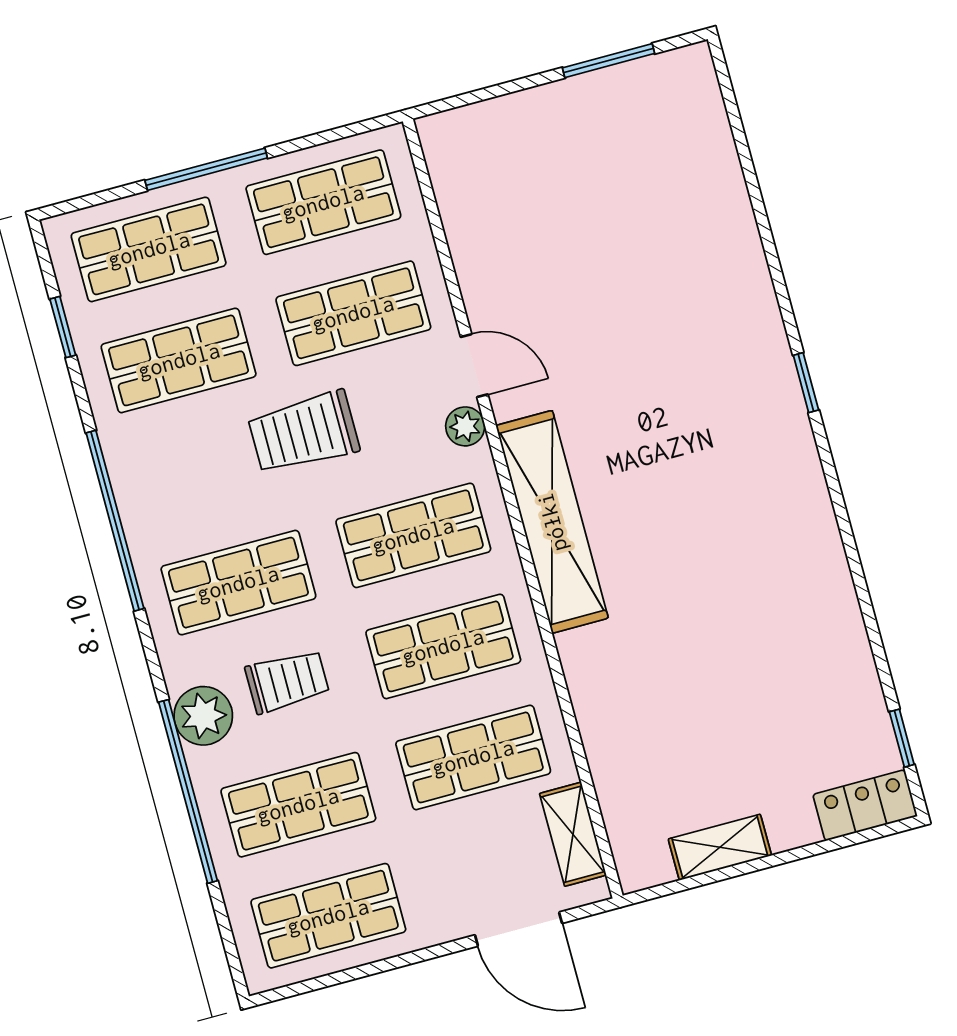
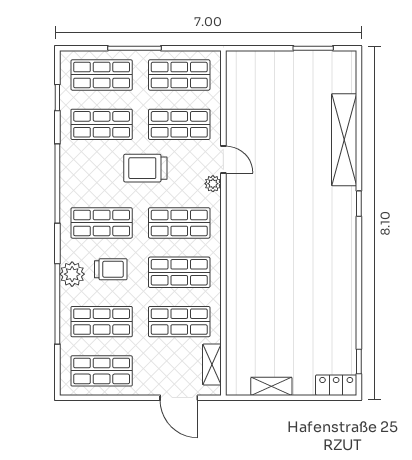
shelving: (552, 522) -> (344, 140), moved

